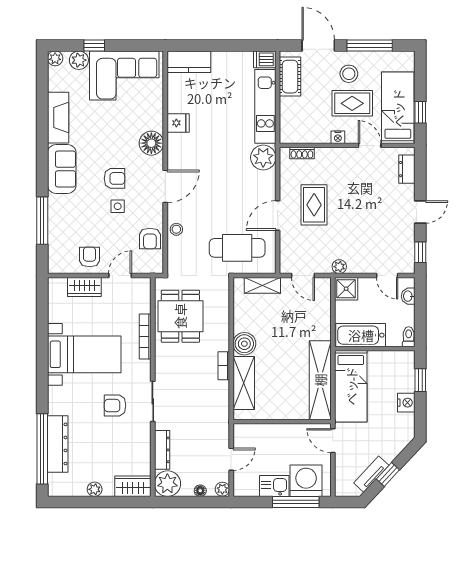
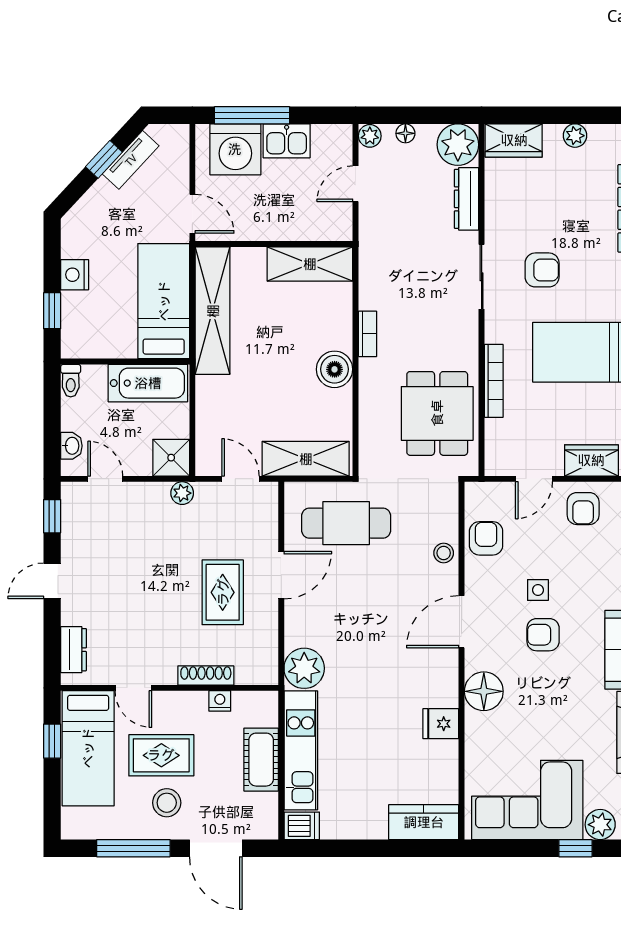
cot: (290, 77) -> (261, 760), moved
nightstand: (338, 137) -> (220, 701), moved
shoe rack: (302, 153) -> (206, 676), moved, width x1.43
shelving: (262, 285) -> (306, 459), width x1.50, depth x1.33
shelving: (244, 383) -> (310, 264), moved, turned 90

